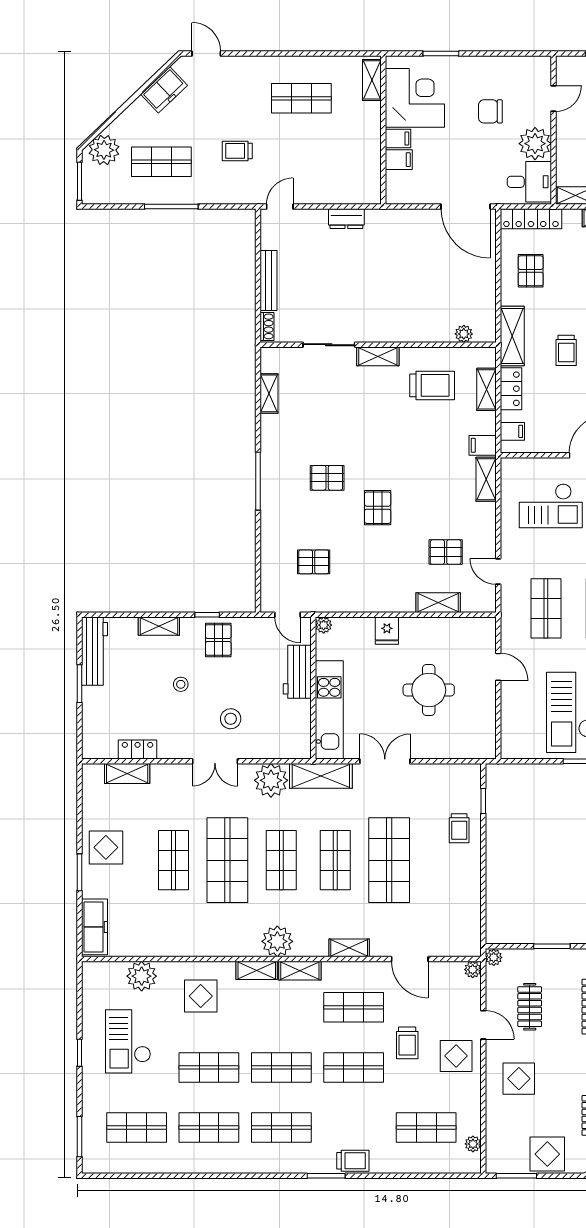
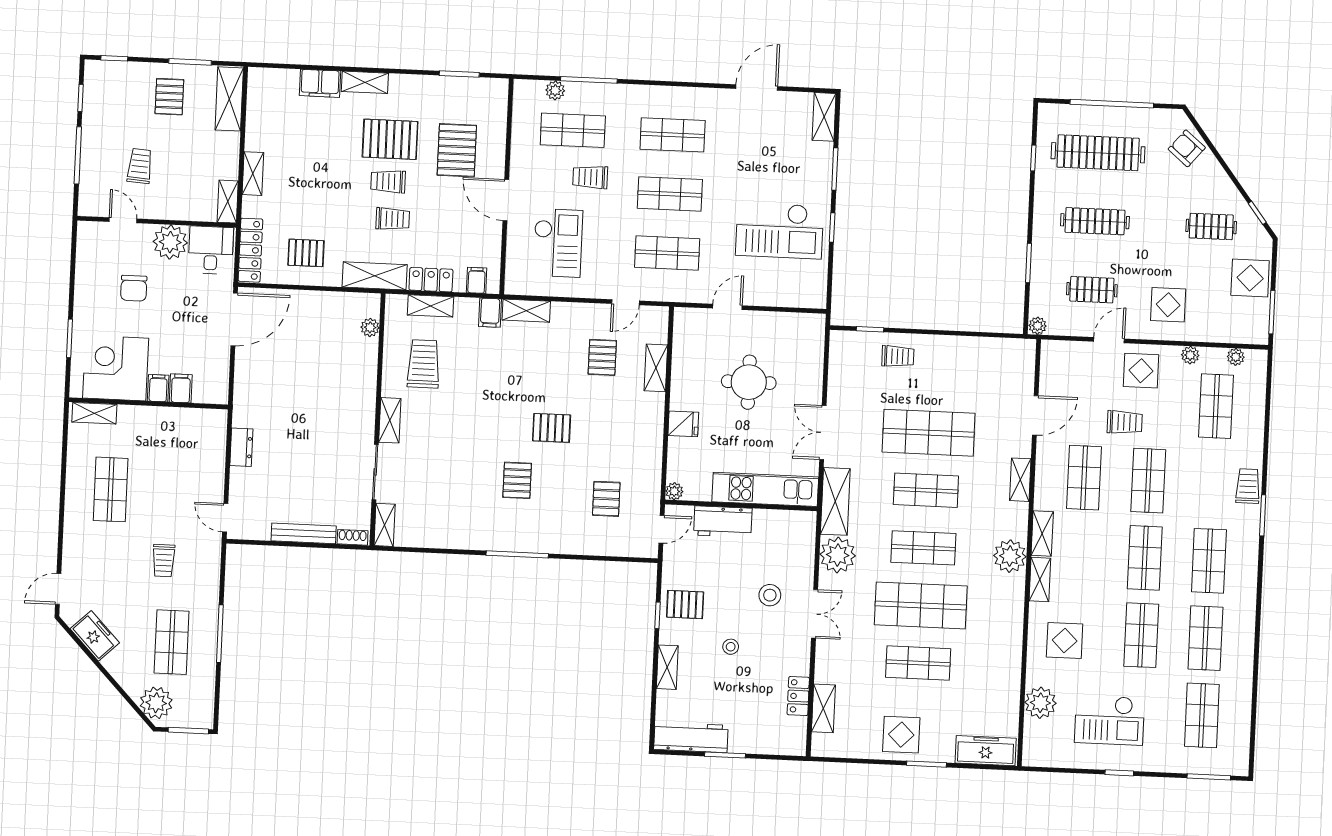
shelving: (269, 393) -> (385, 525), moved, turned 90
plant: (473, 970) -> (1190, 355), moved

